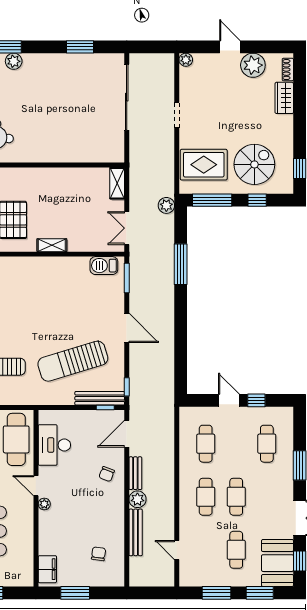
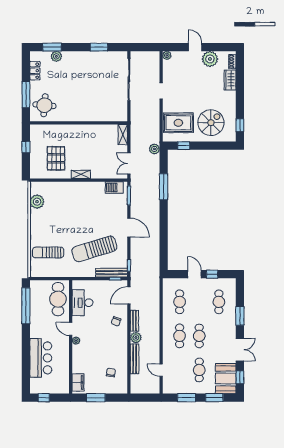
window: (212, 200) -> (184, 146), width x0.46
window: (257, 200) -> (213, 146), removed

